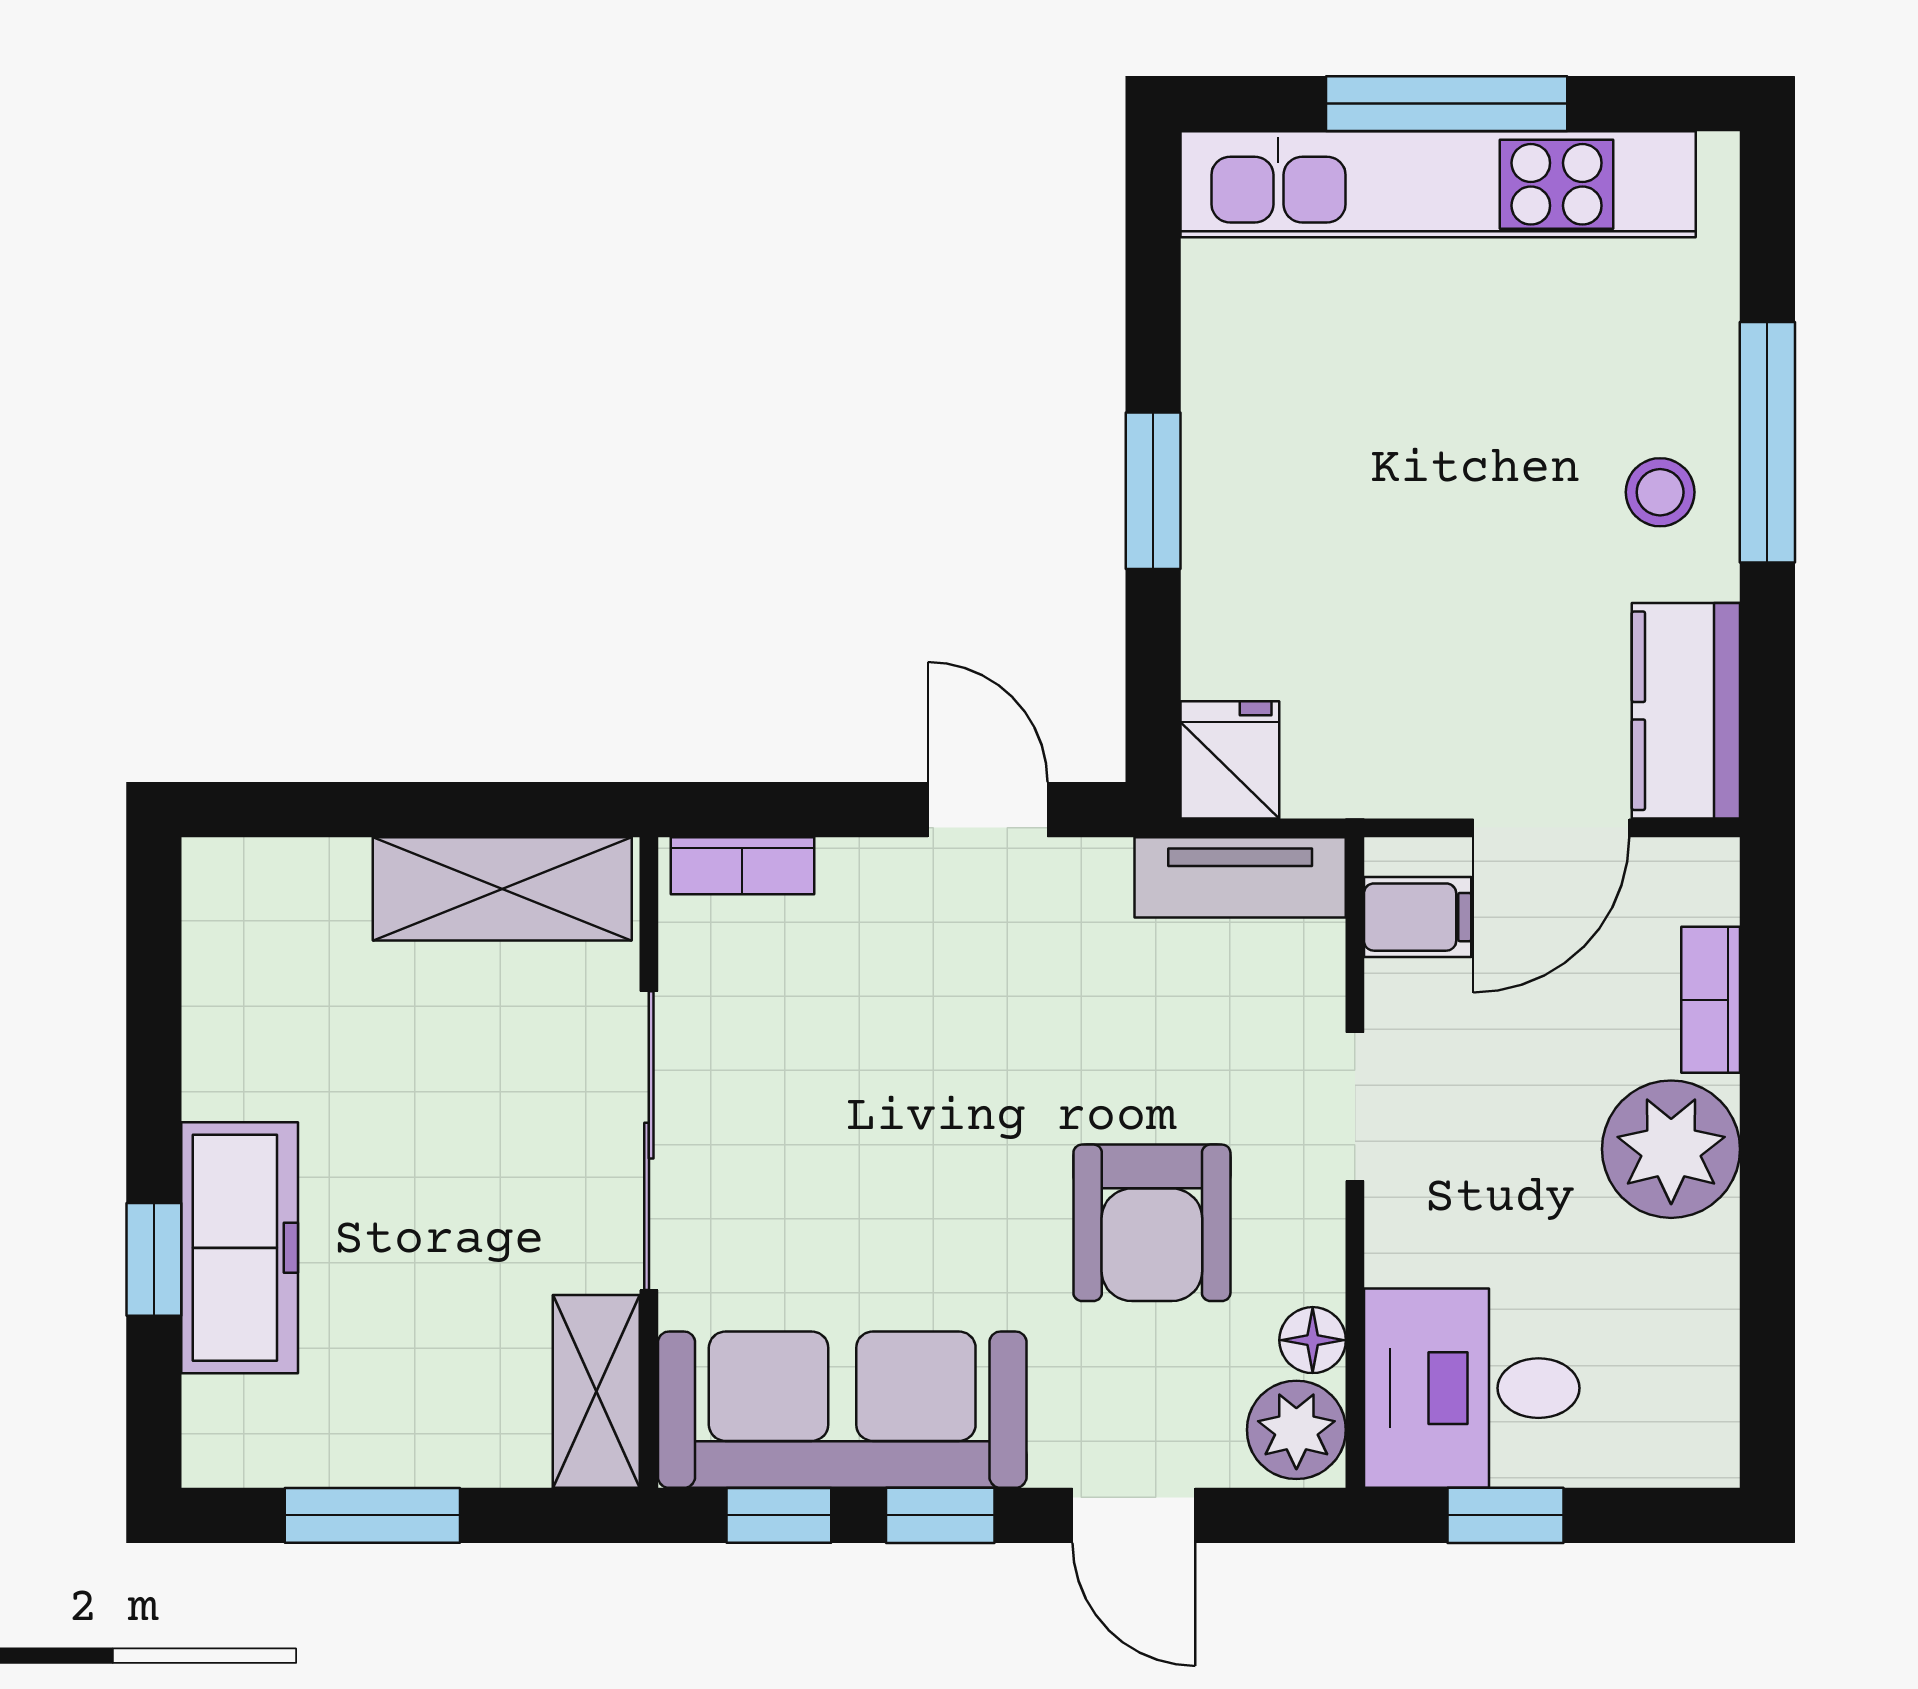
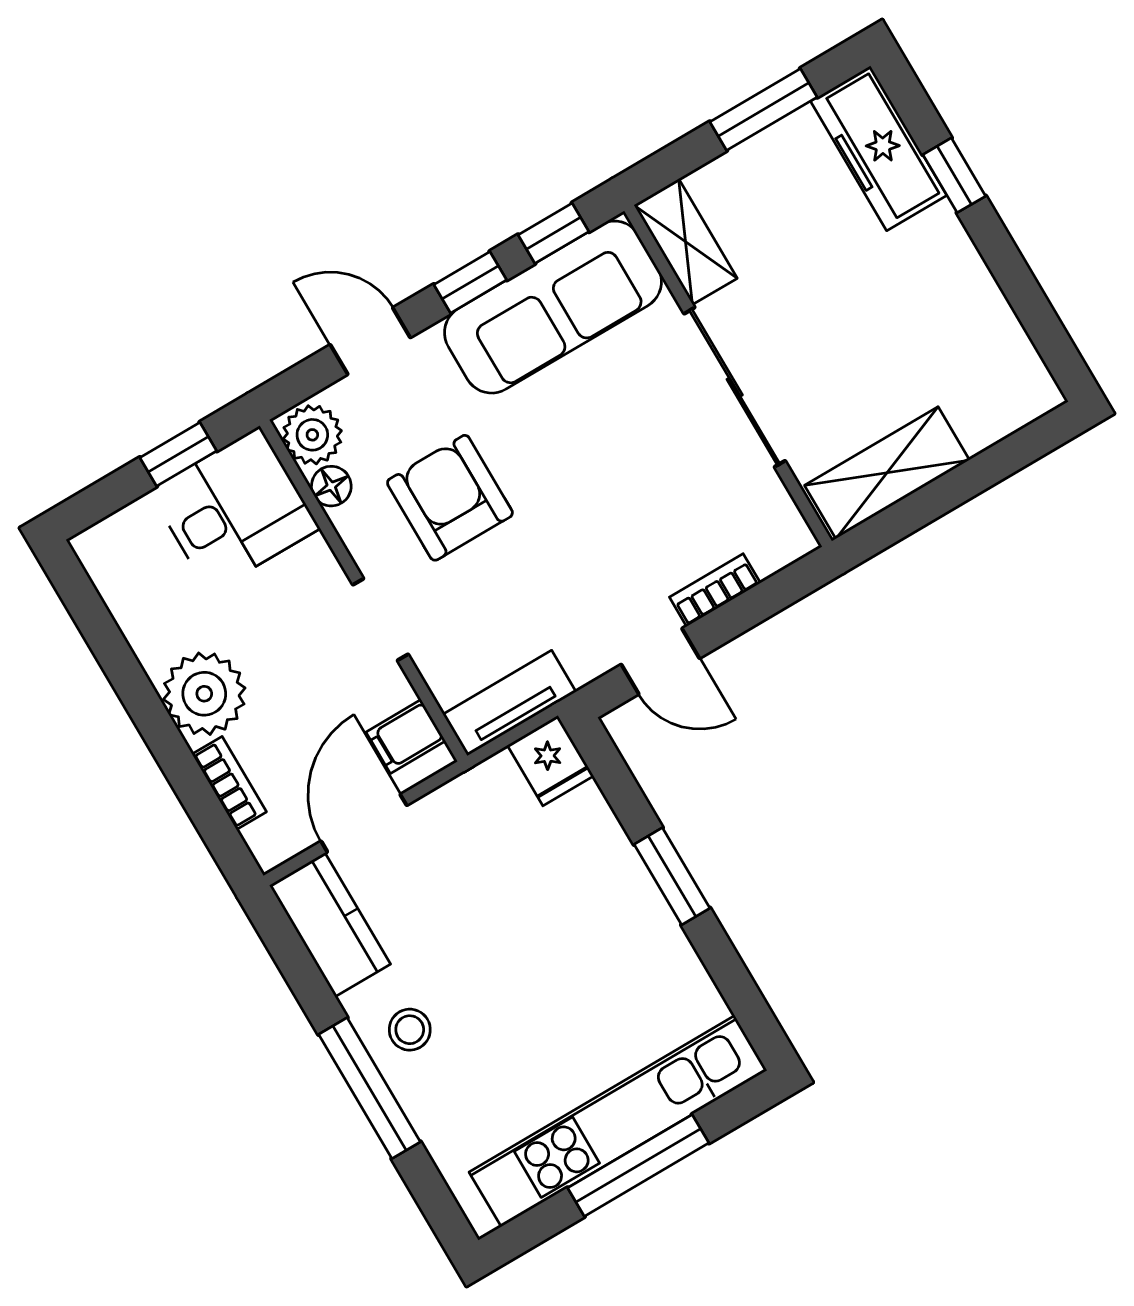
bookcase: (742, 866) -> (715, 590), moved
freezer: (240, 1248) -> (879, 148), moved

